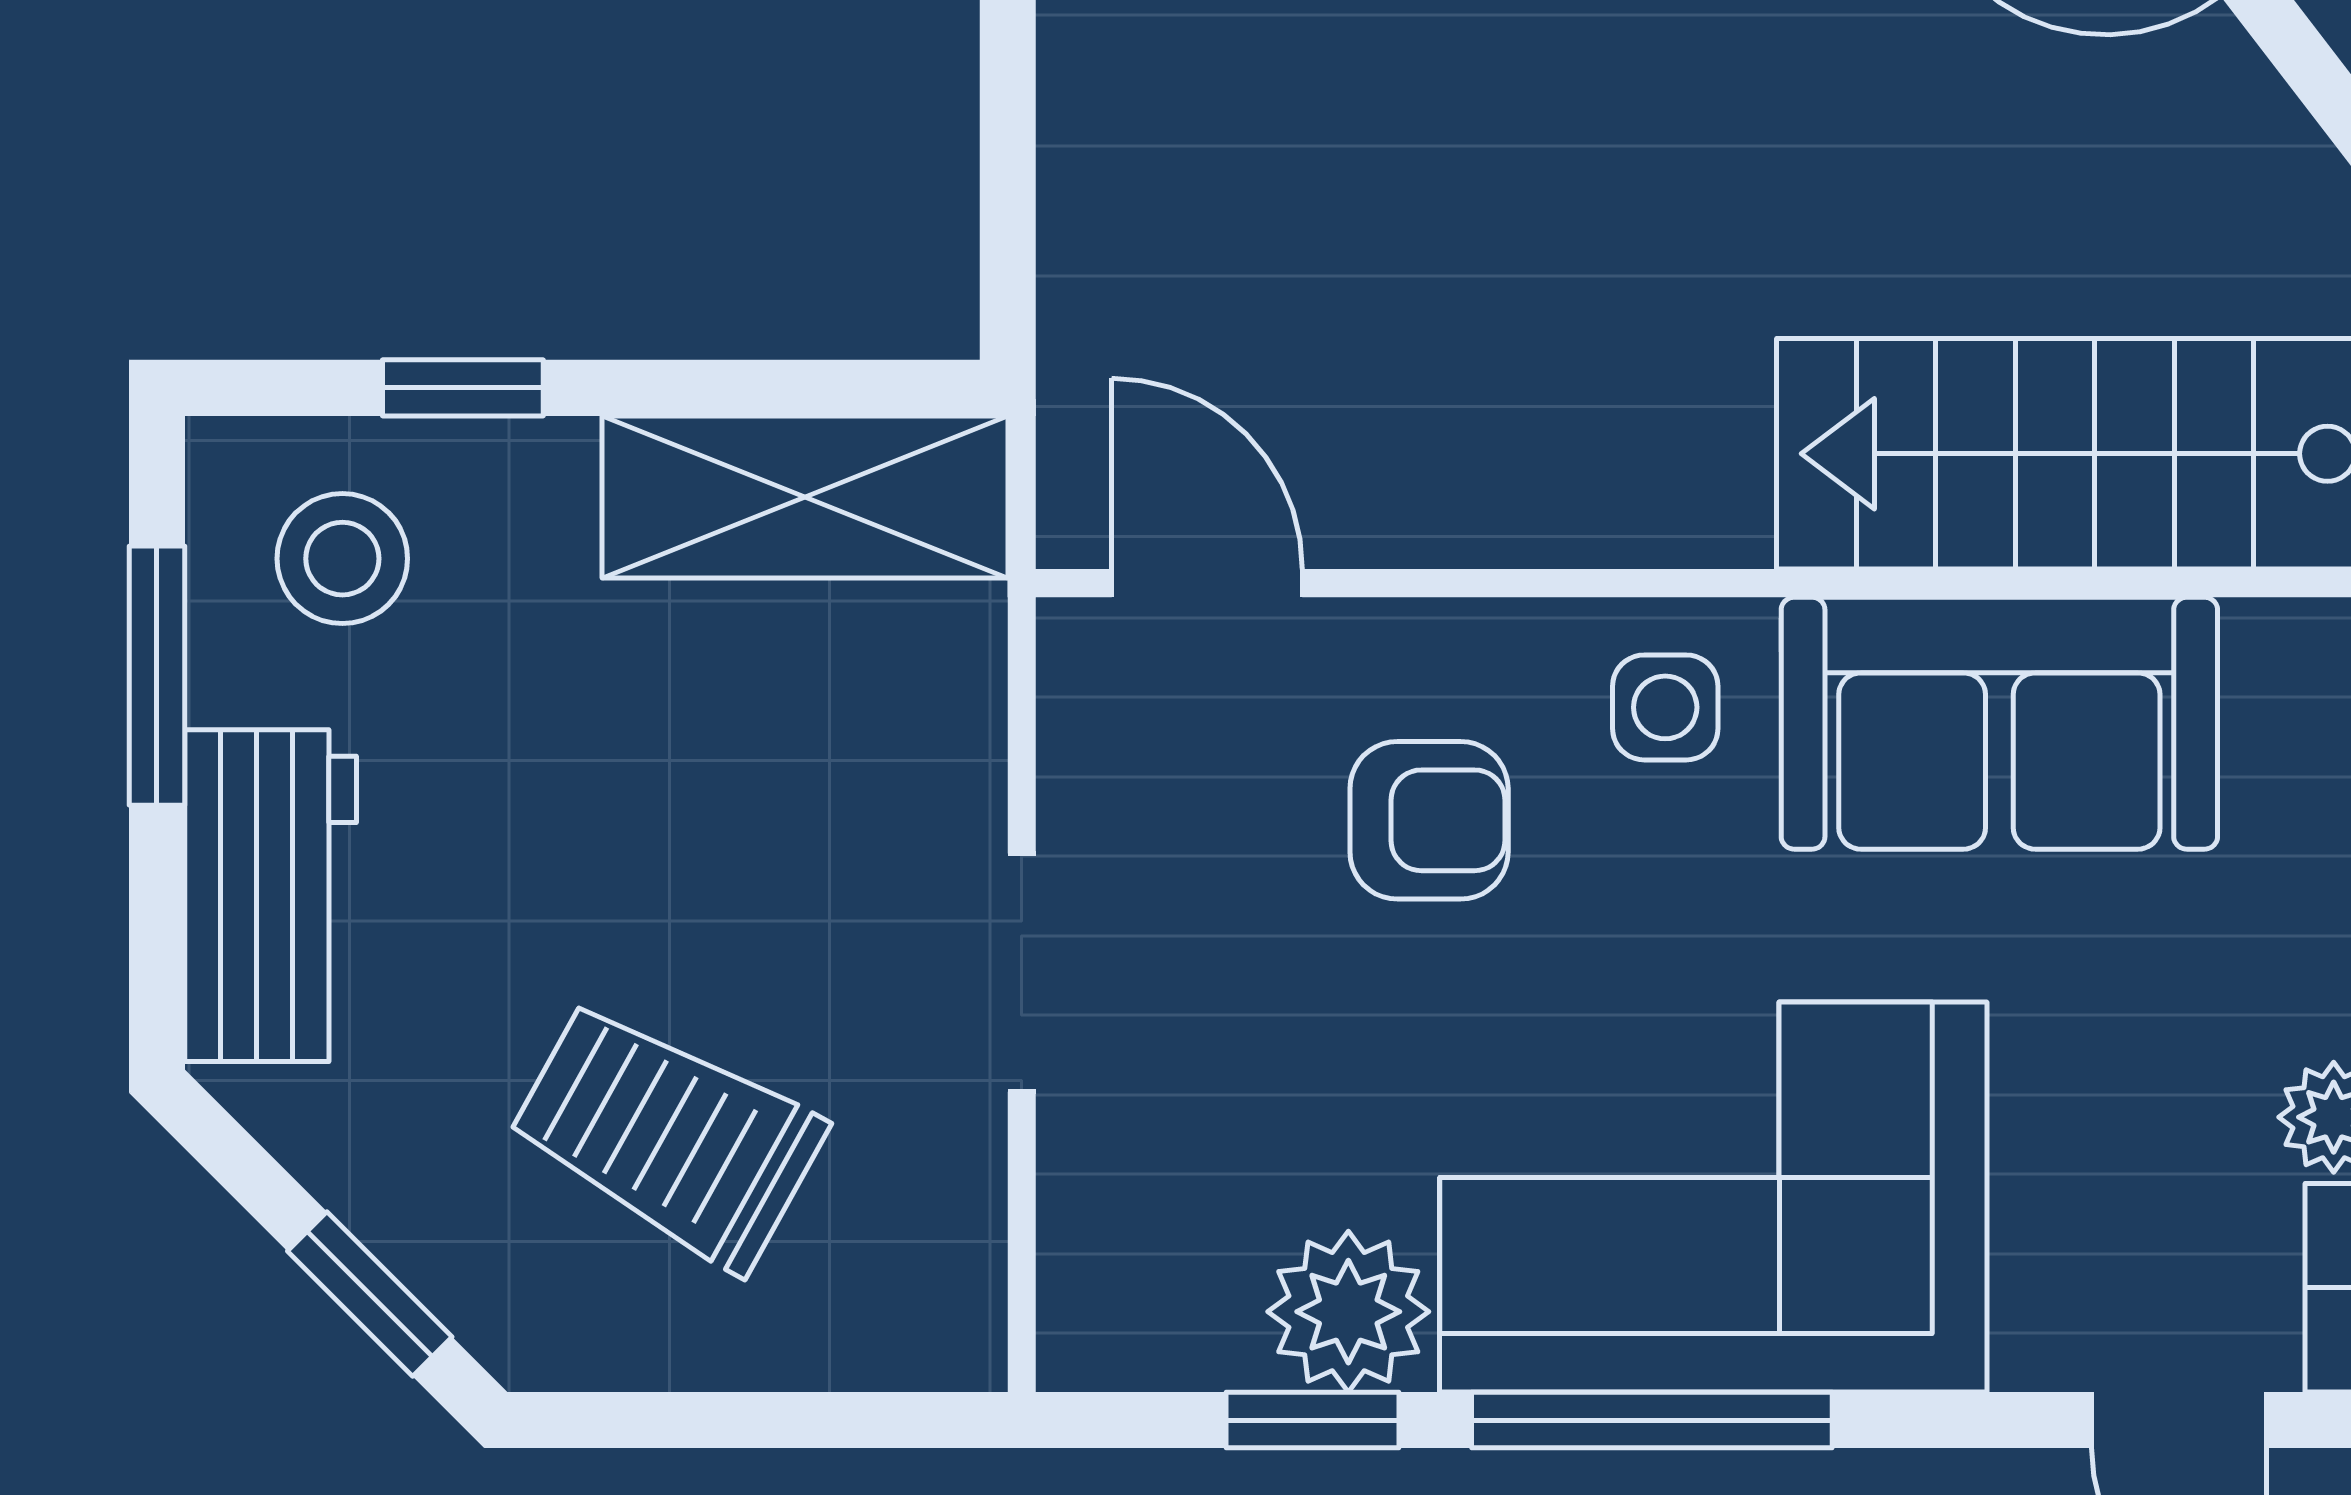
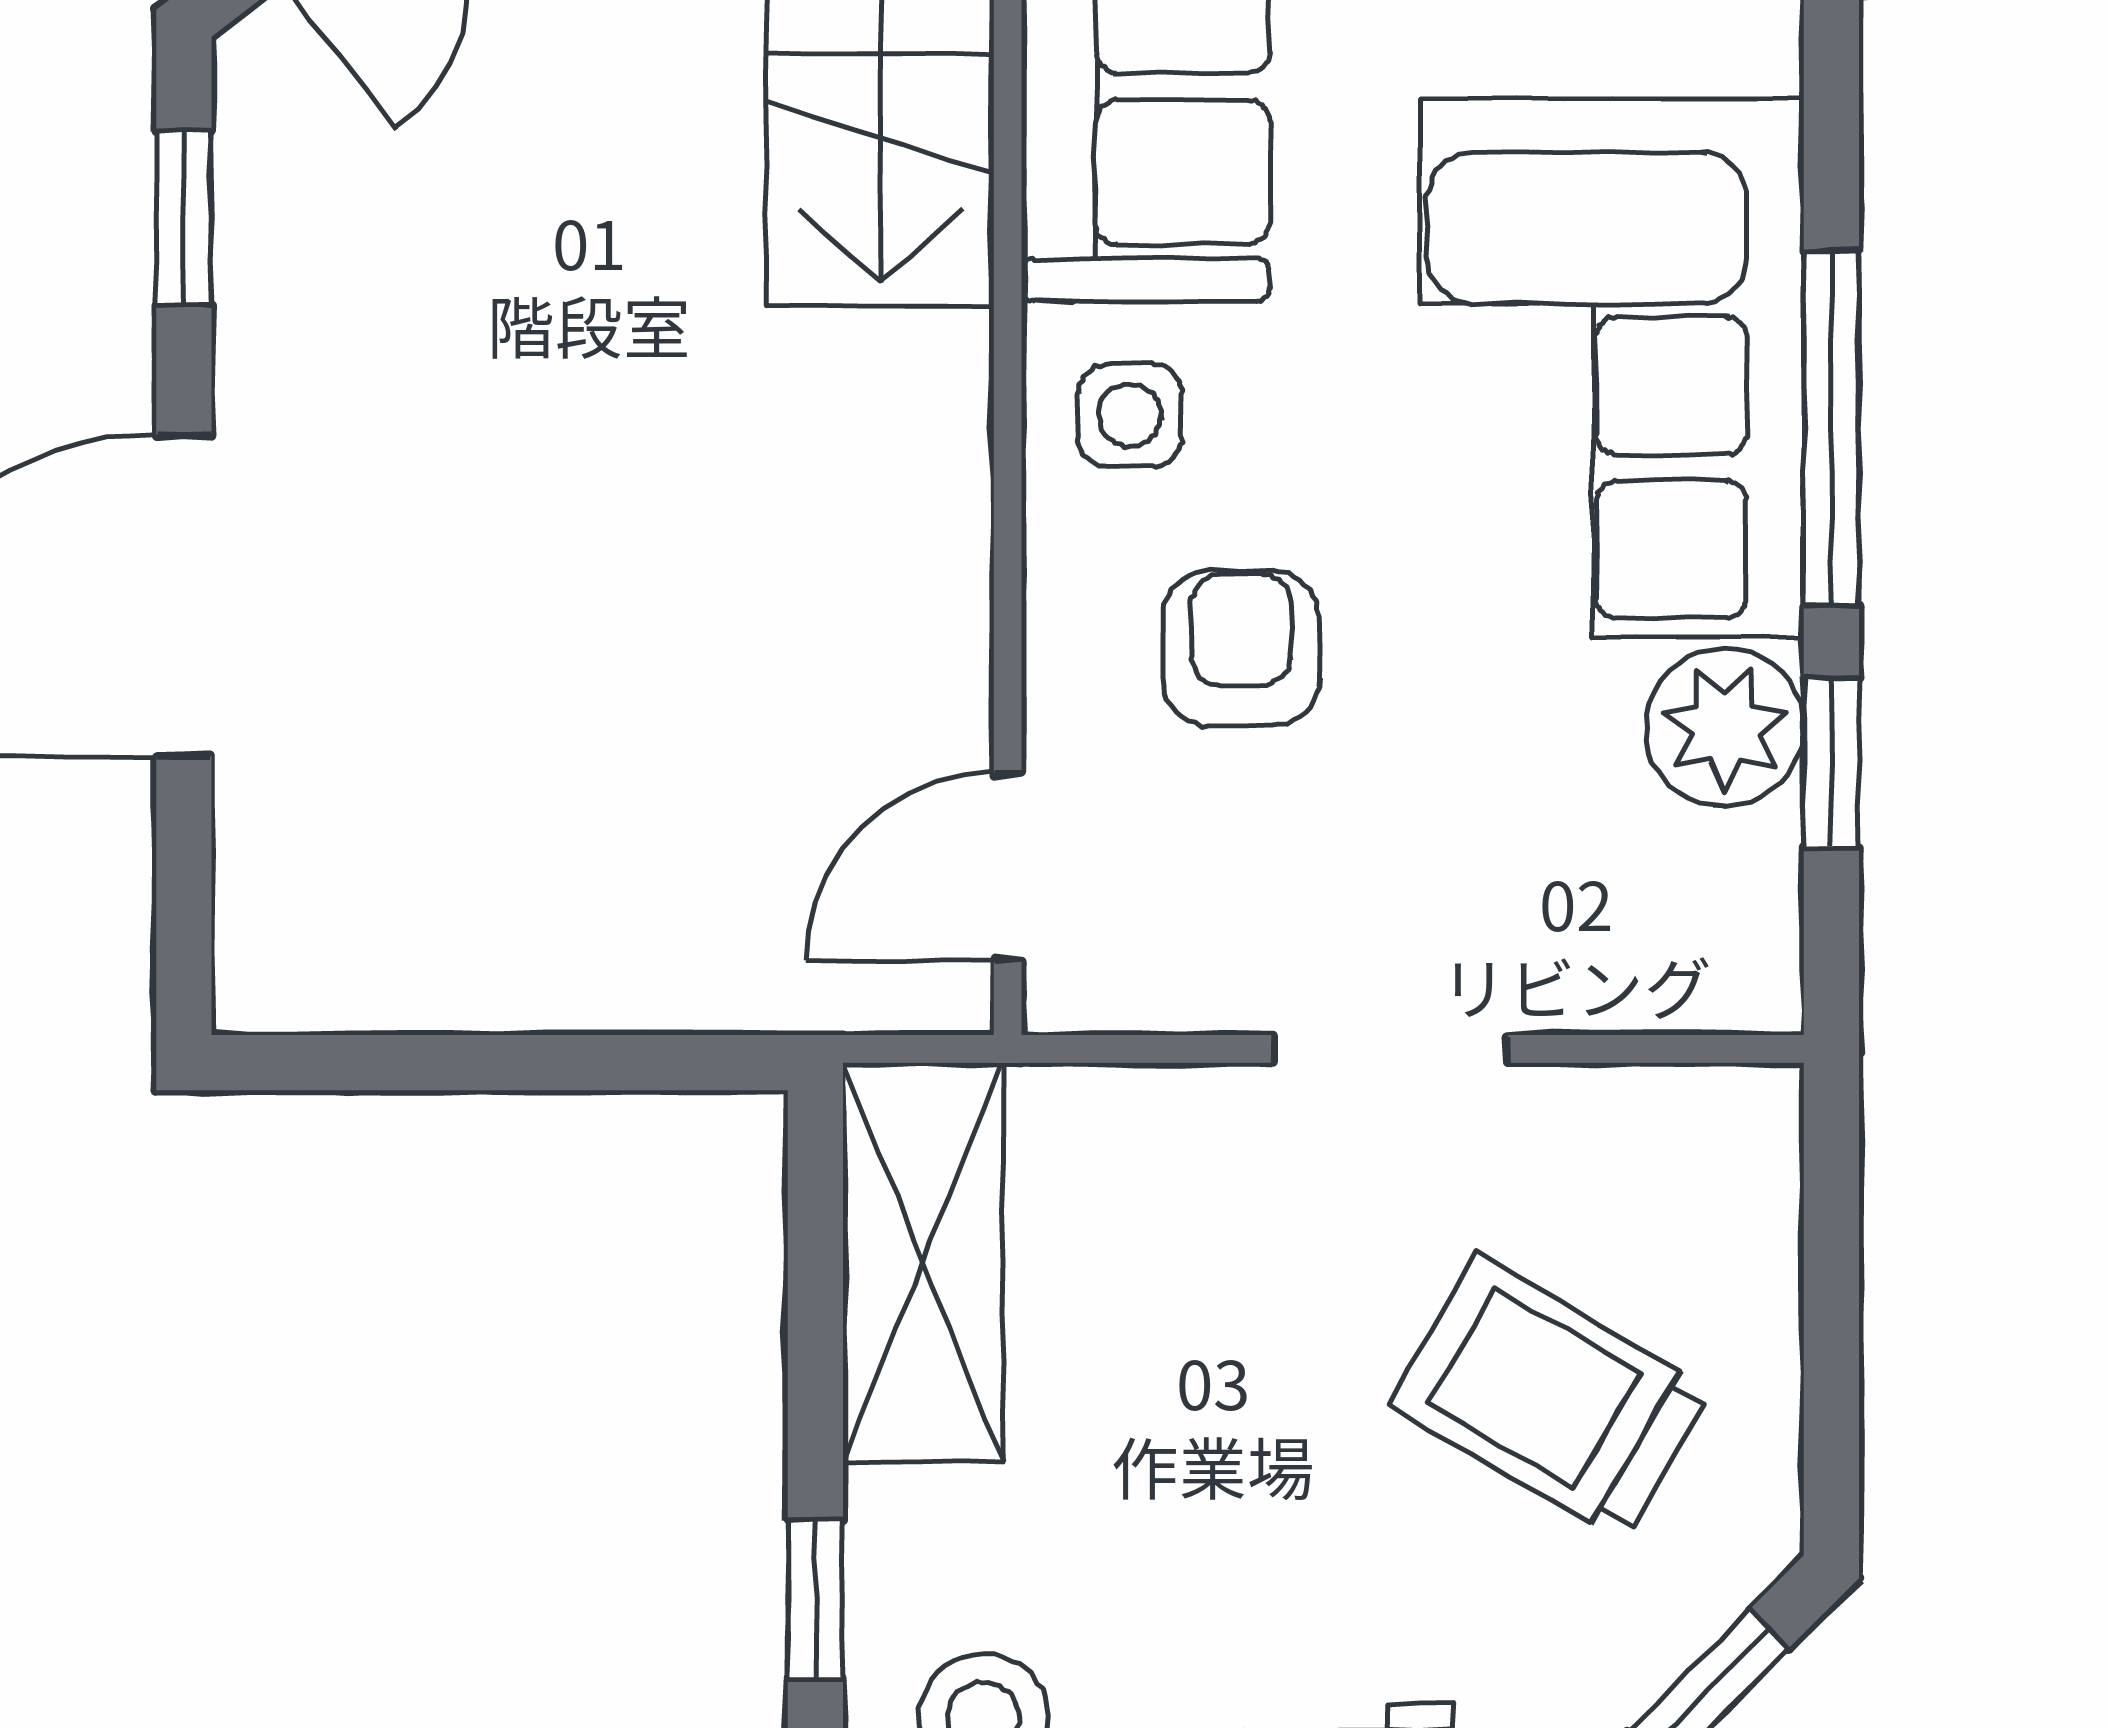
trolley: (667, 1135) -> (1550, 1398), turned 91

